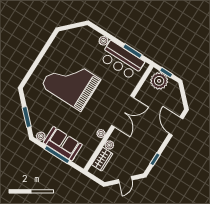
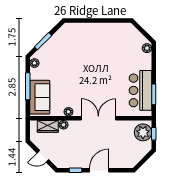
plant: (103, 41) -> (147, 48), moved
grand piano: (71, 83) -> (95, 60), removed
double door: (123, 111) -> (98, 118), swing flipped
door: (176, 126) -> (99, 170), moved
sofa: (63, 144) -> (40, 97), moved

